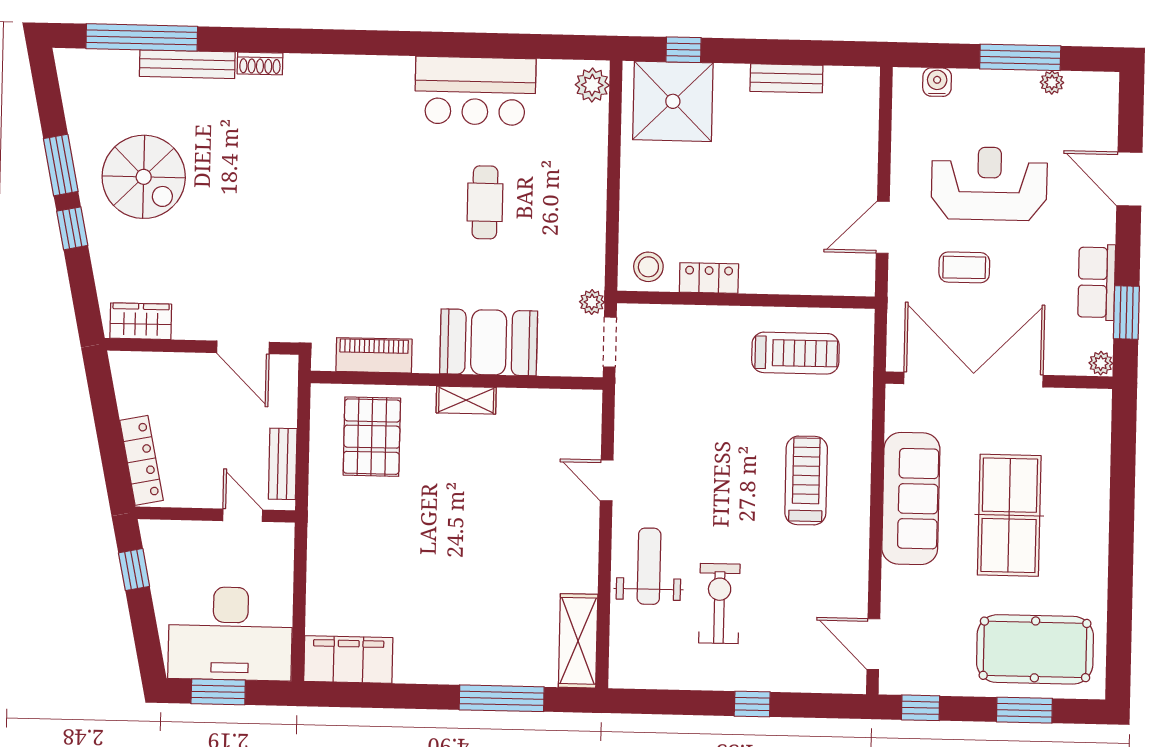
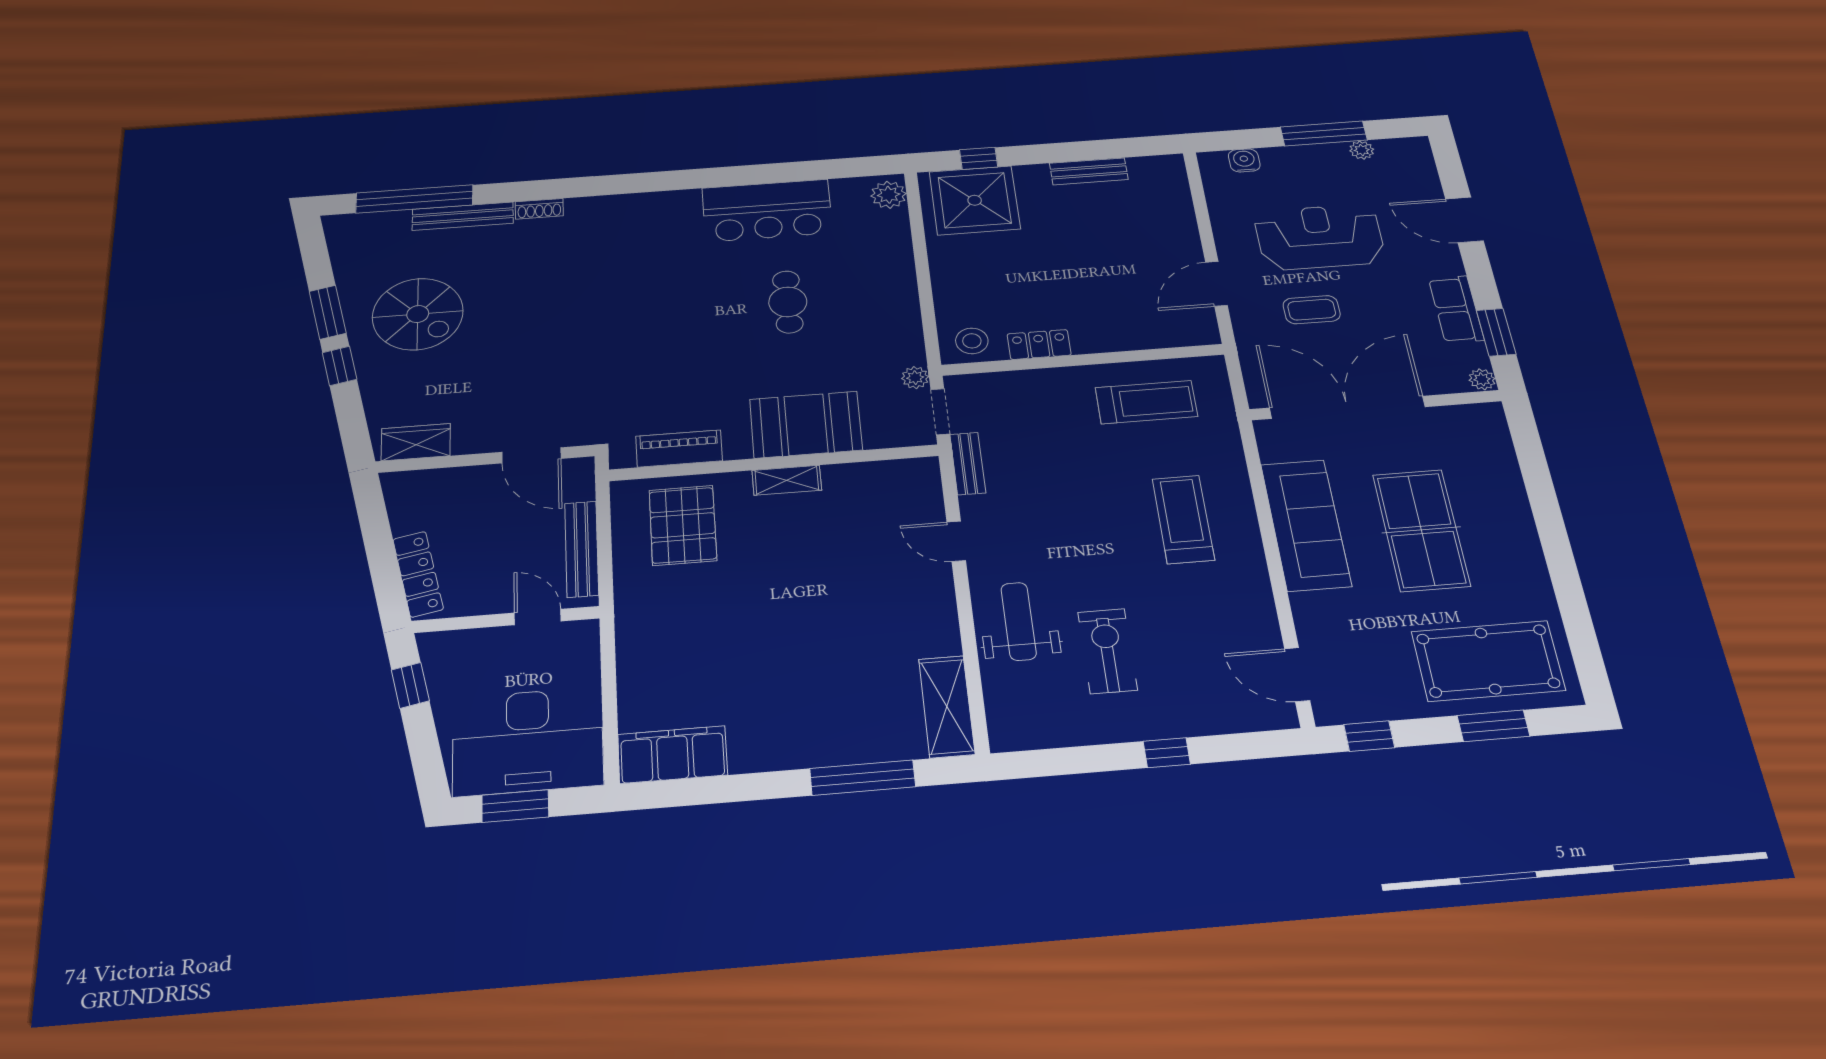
bench: (627, 401) -> (968, 464), added
bench: (283, 464) -> (582, 549), width x1.36

